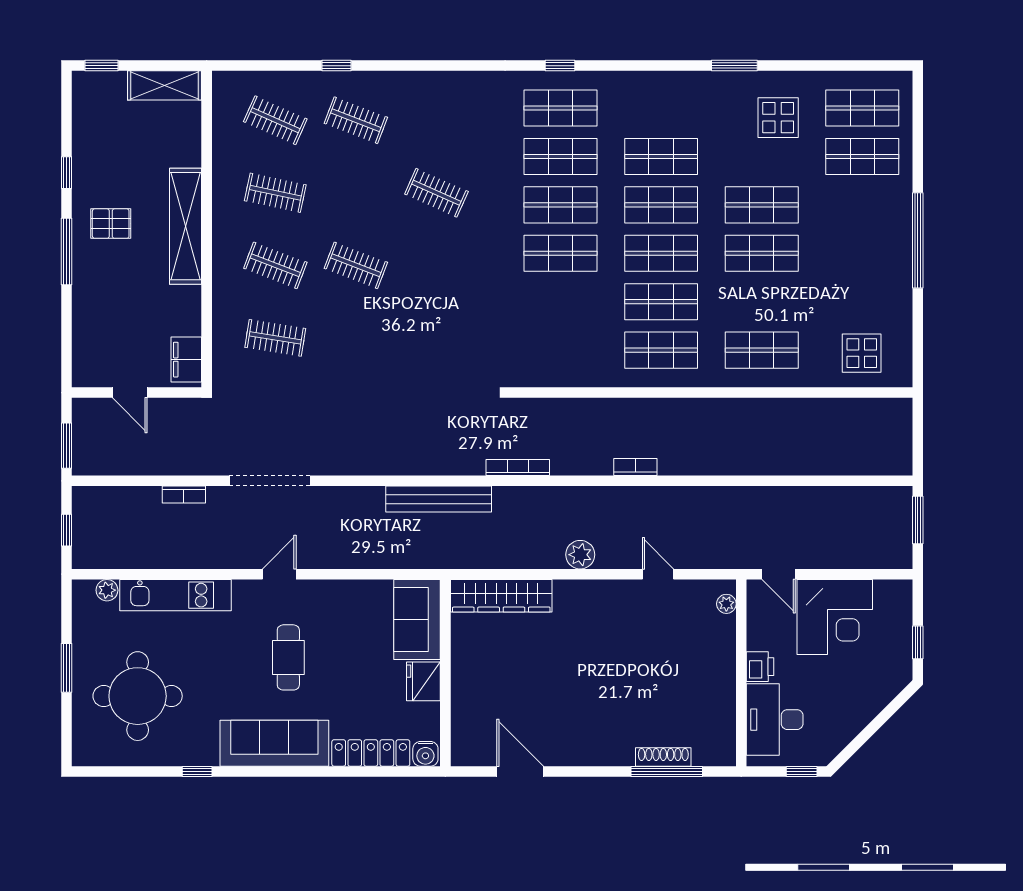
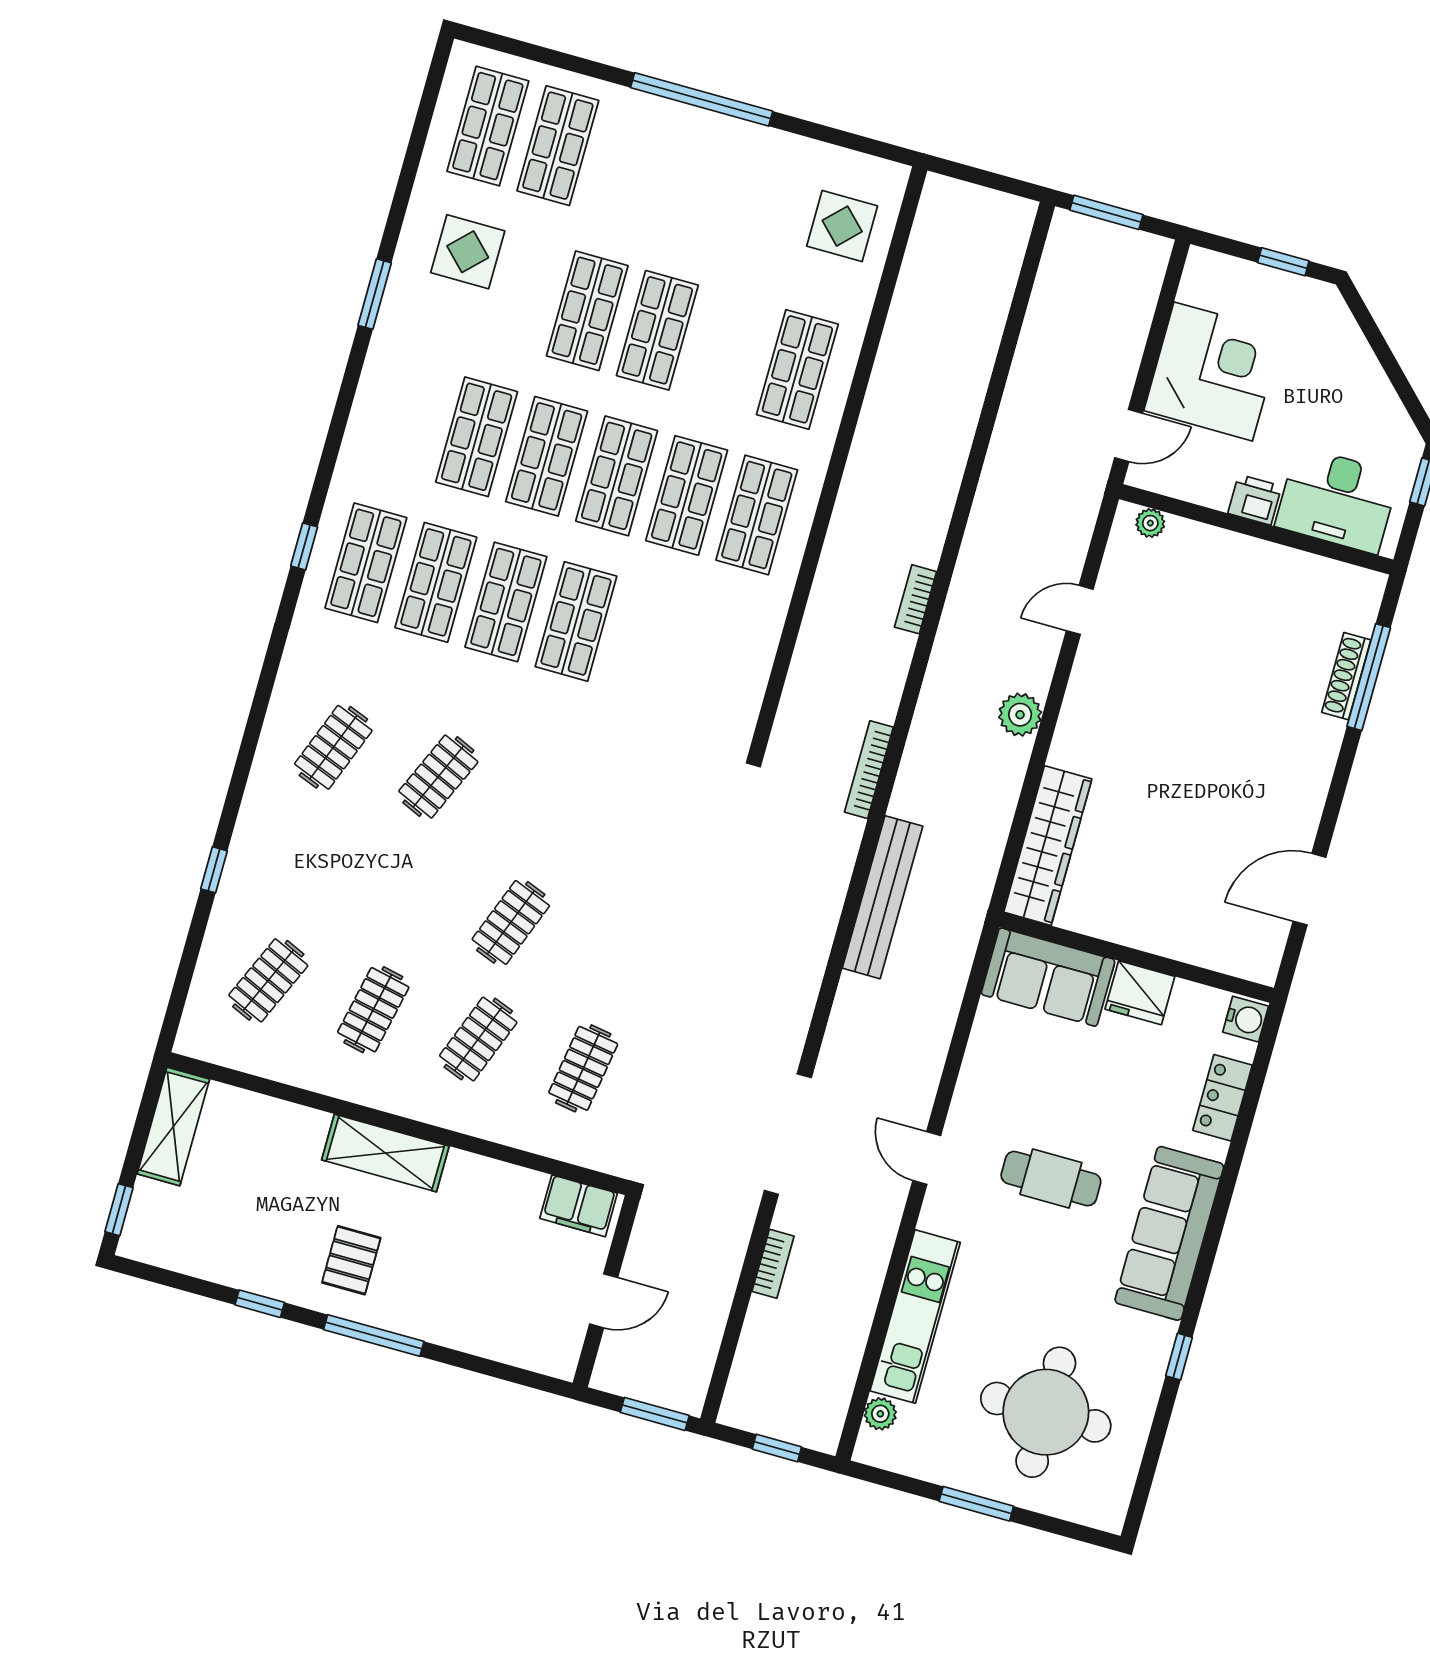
clothes rail: (356, 120) -> (333, 747), moved
shelving: (186, 226) -> (385, 1153), width x0.68
locker: (371, 753) -> (1222, 1098), width x0.66

